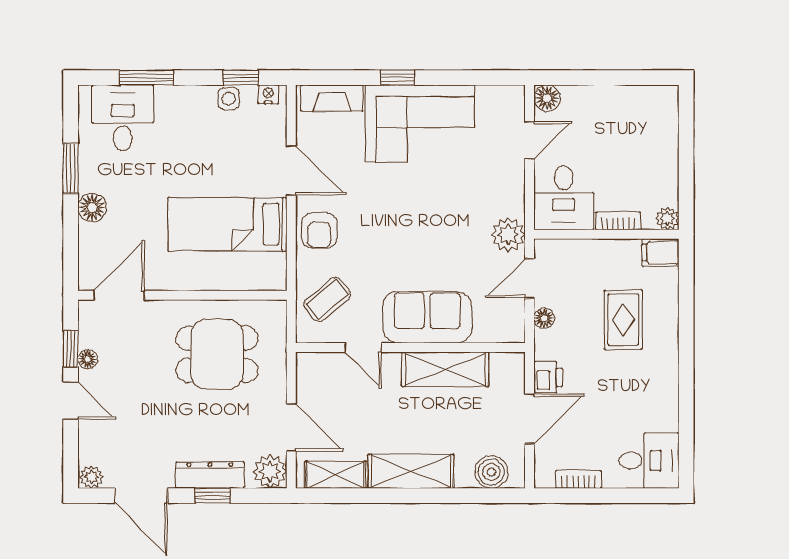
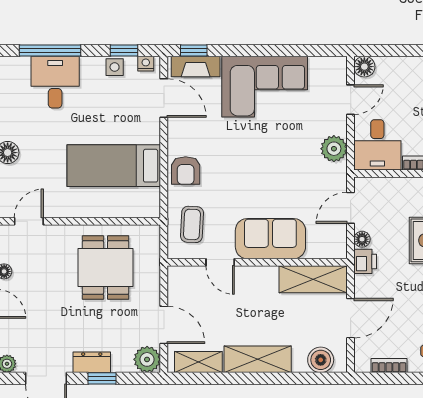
window: (146, 78) -> (50, 51), width x1.44
window: (398, 78) -> (194, 51), moved
desk: (123, 118) -> (55, 82), moved
door: (291, 170) -> (164, 98), moved
plant: (508, 235) -> (334, 149), moved
door: (119, 295) -> (29, 221), width x0.73
coffee table: (327, 299) -> (192, 224), turned -47
dining table: (217, 354) -> (106, 268), turned 90
shelving: (445, 369) -> (313, 279), moved
printer: (548, 377) -> (365, 261), moved
dresser: (210, 475) -> (92, 362), width x0.70

